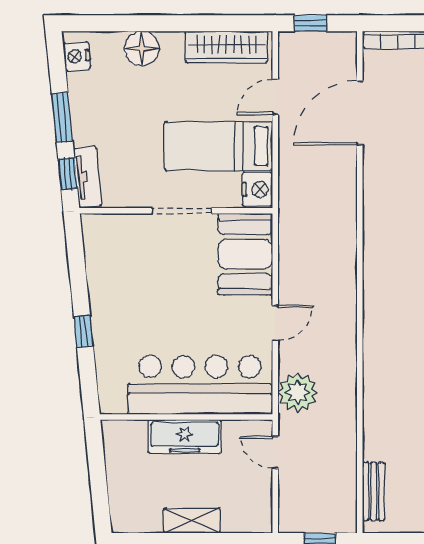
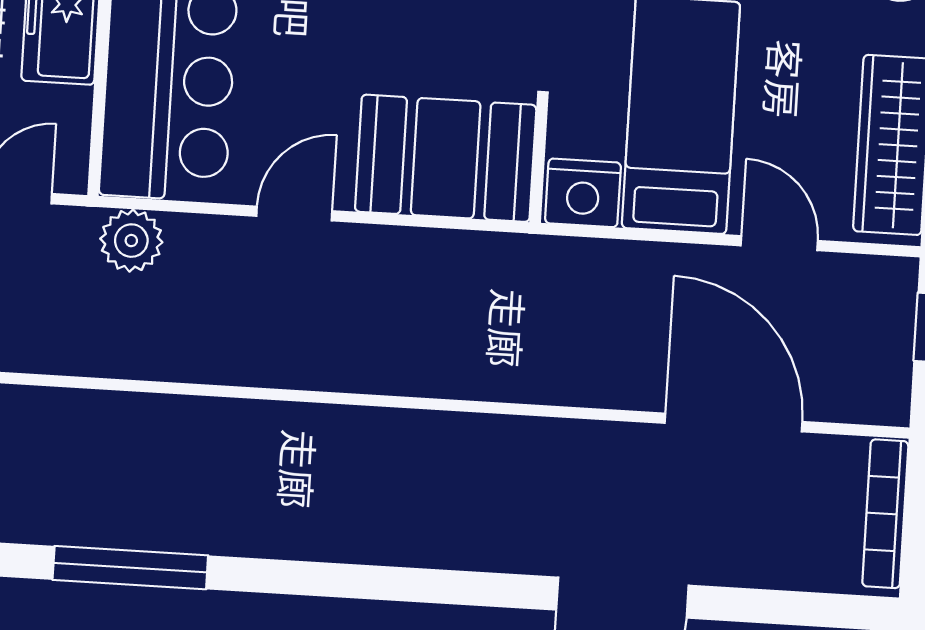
door: (275, 323) -> (294, 213), swing flipped
plant: (298, 393) -> (131, 241), width x0.73, depth x0.73

